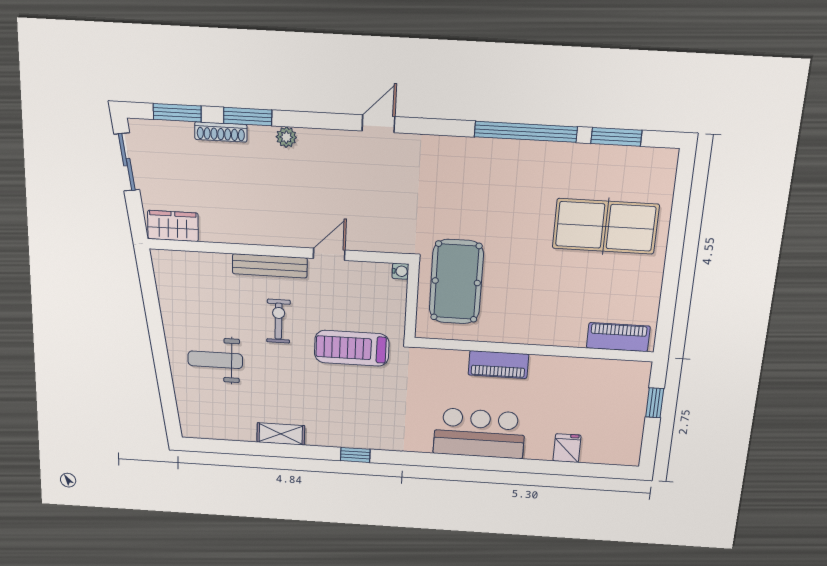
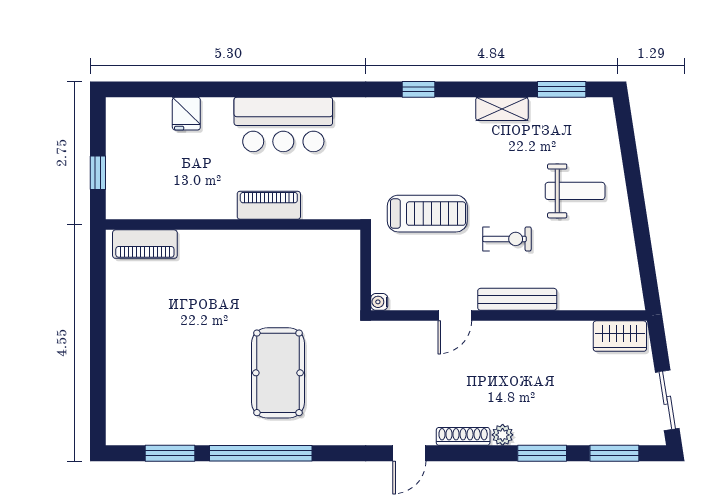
shoe rack: (221, 132) -> (463, 436), moved
table tennis table: (606, 226) -> (171, 362), removed
pool table: (456, 282) -> (278, 373), moved
exercise bike: (278, 321) -> (507, 239), turned -90
window: (227, 447) -> (562, 89), added

